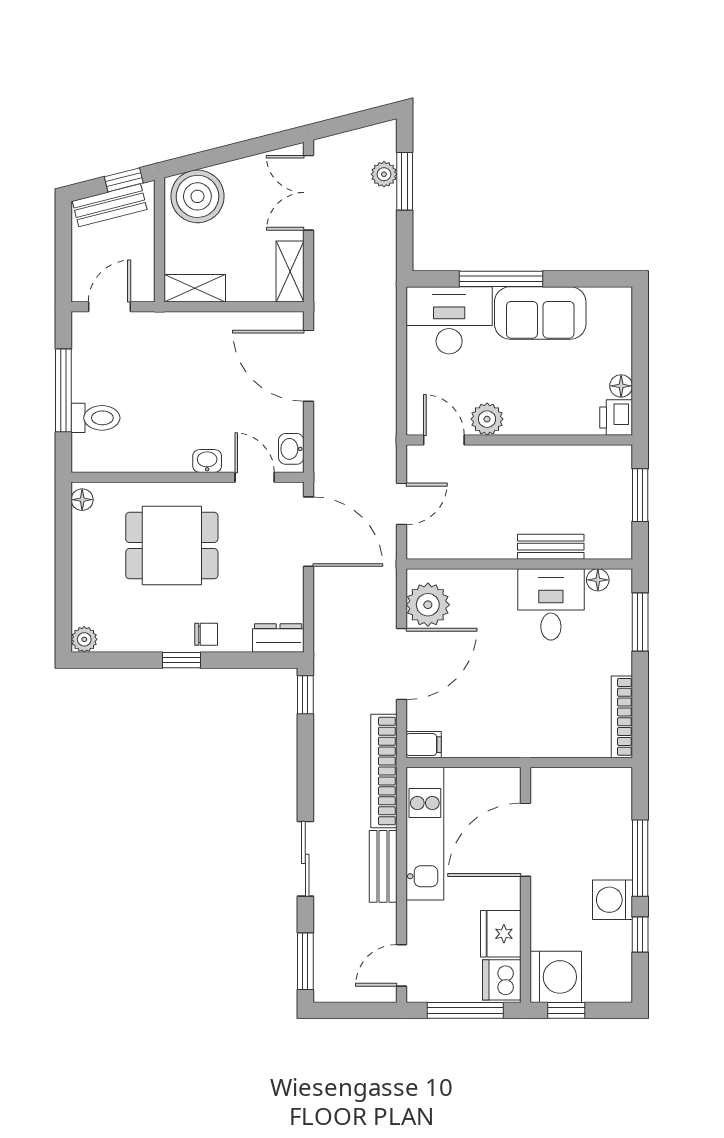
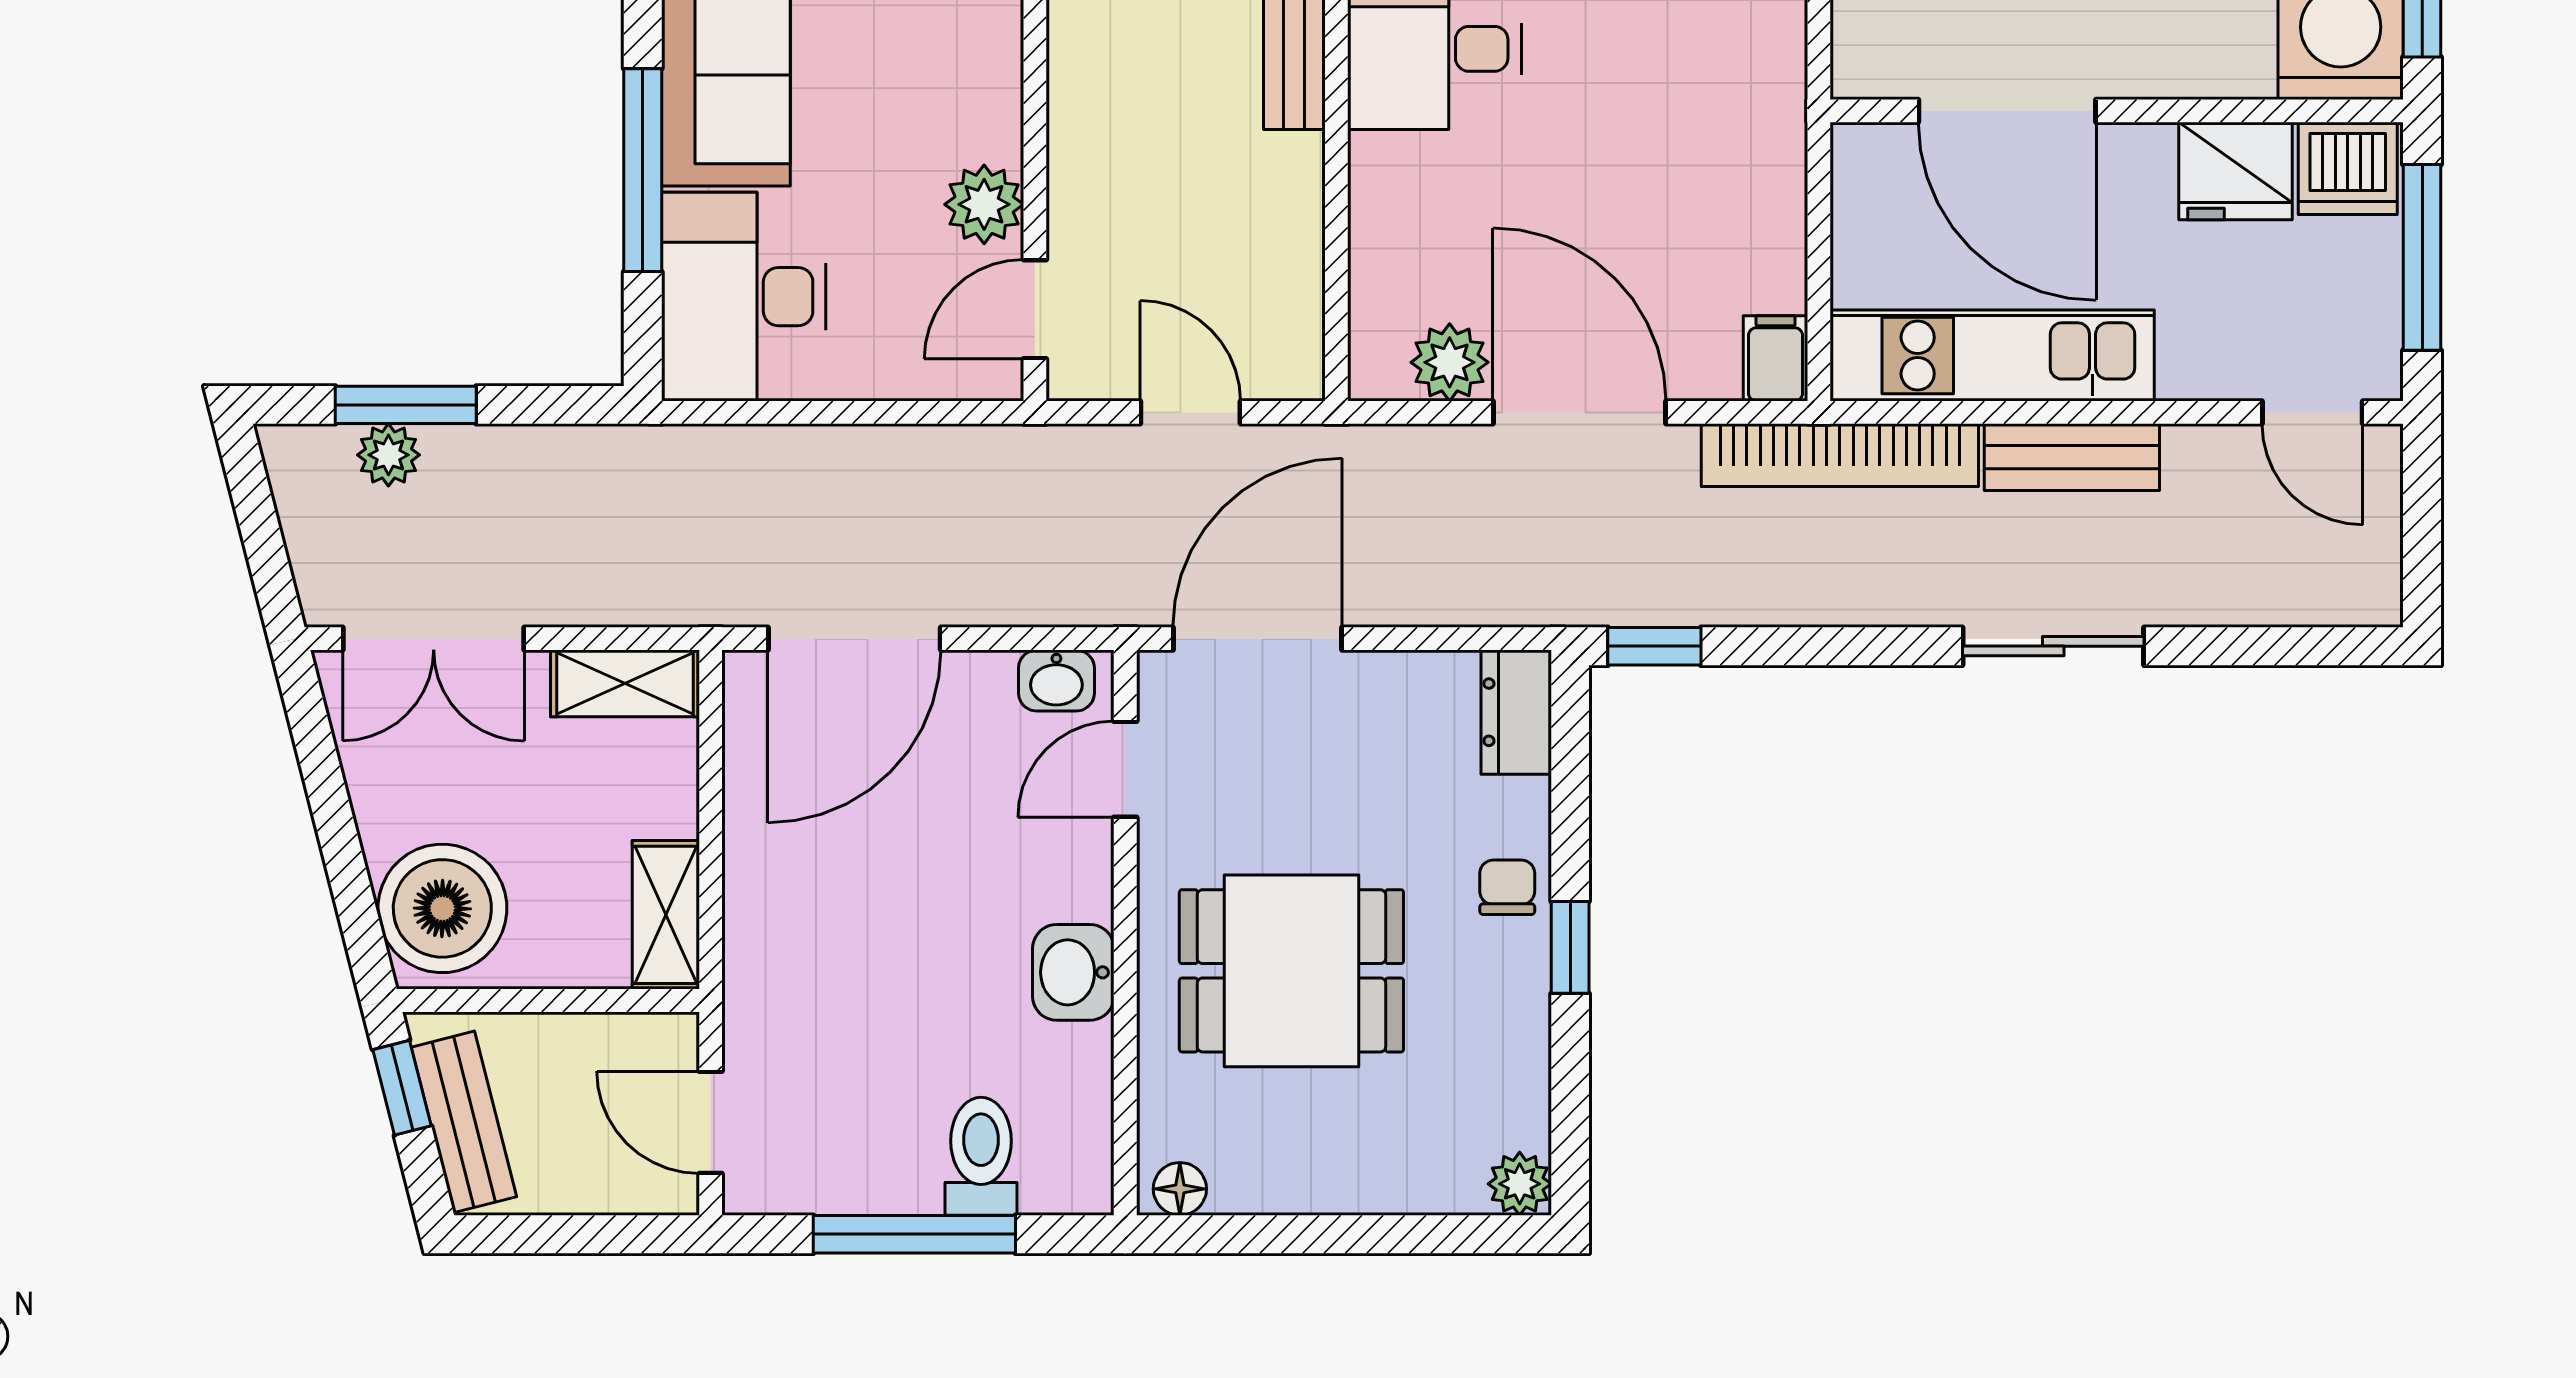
washbasin: (207, 461) -> (1073, 972), moved, width x1.38, depth x1.45
dining table: (172, 546) -> (1291, 971), turned 90
plant: (428, 605) -> (1450, 362), width x0.73, depth x0.73
window: (305, 961) -> (2302, 646), removed

